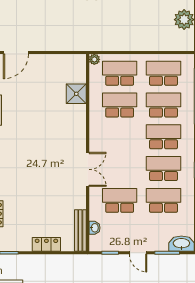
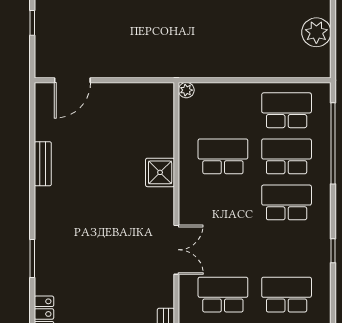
school desk: (120, 73) -> (223, 110), removed
shower: (76, 94) -> (160, 172), moved
school desk: (164, 169) -> (287, 249), removed

